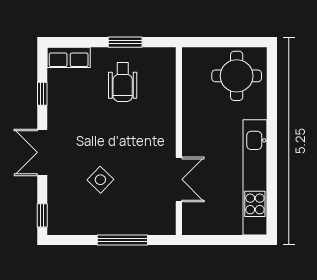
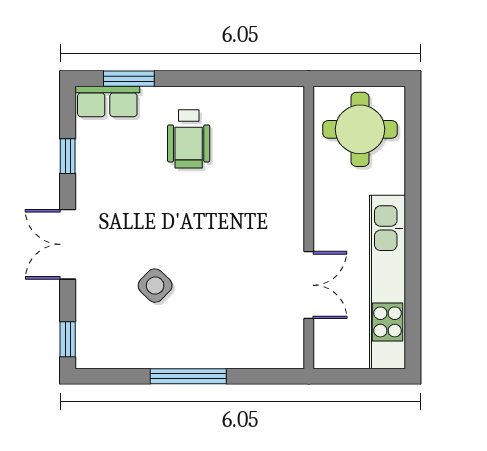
window: (125, 42) -> (129, 79), moved
wall: (179, 141) -> (309, 227), moved
double door: (179, 179) -> (309, 285), moved

